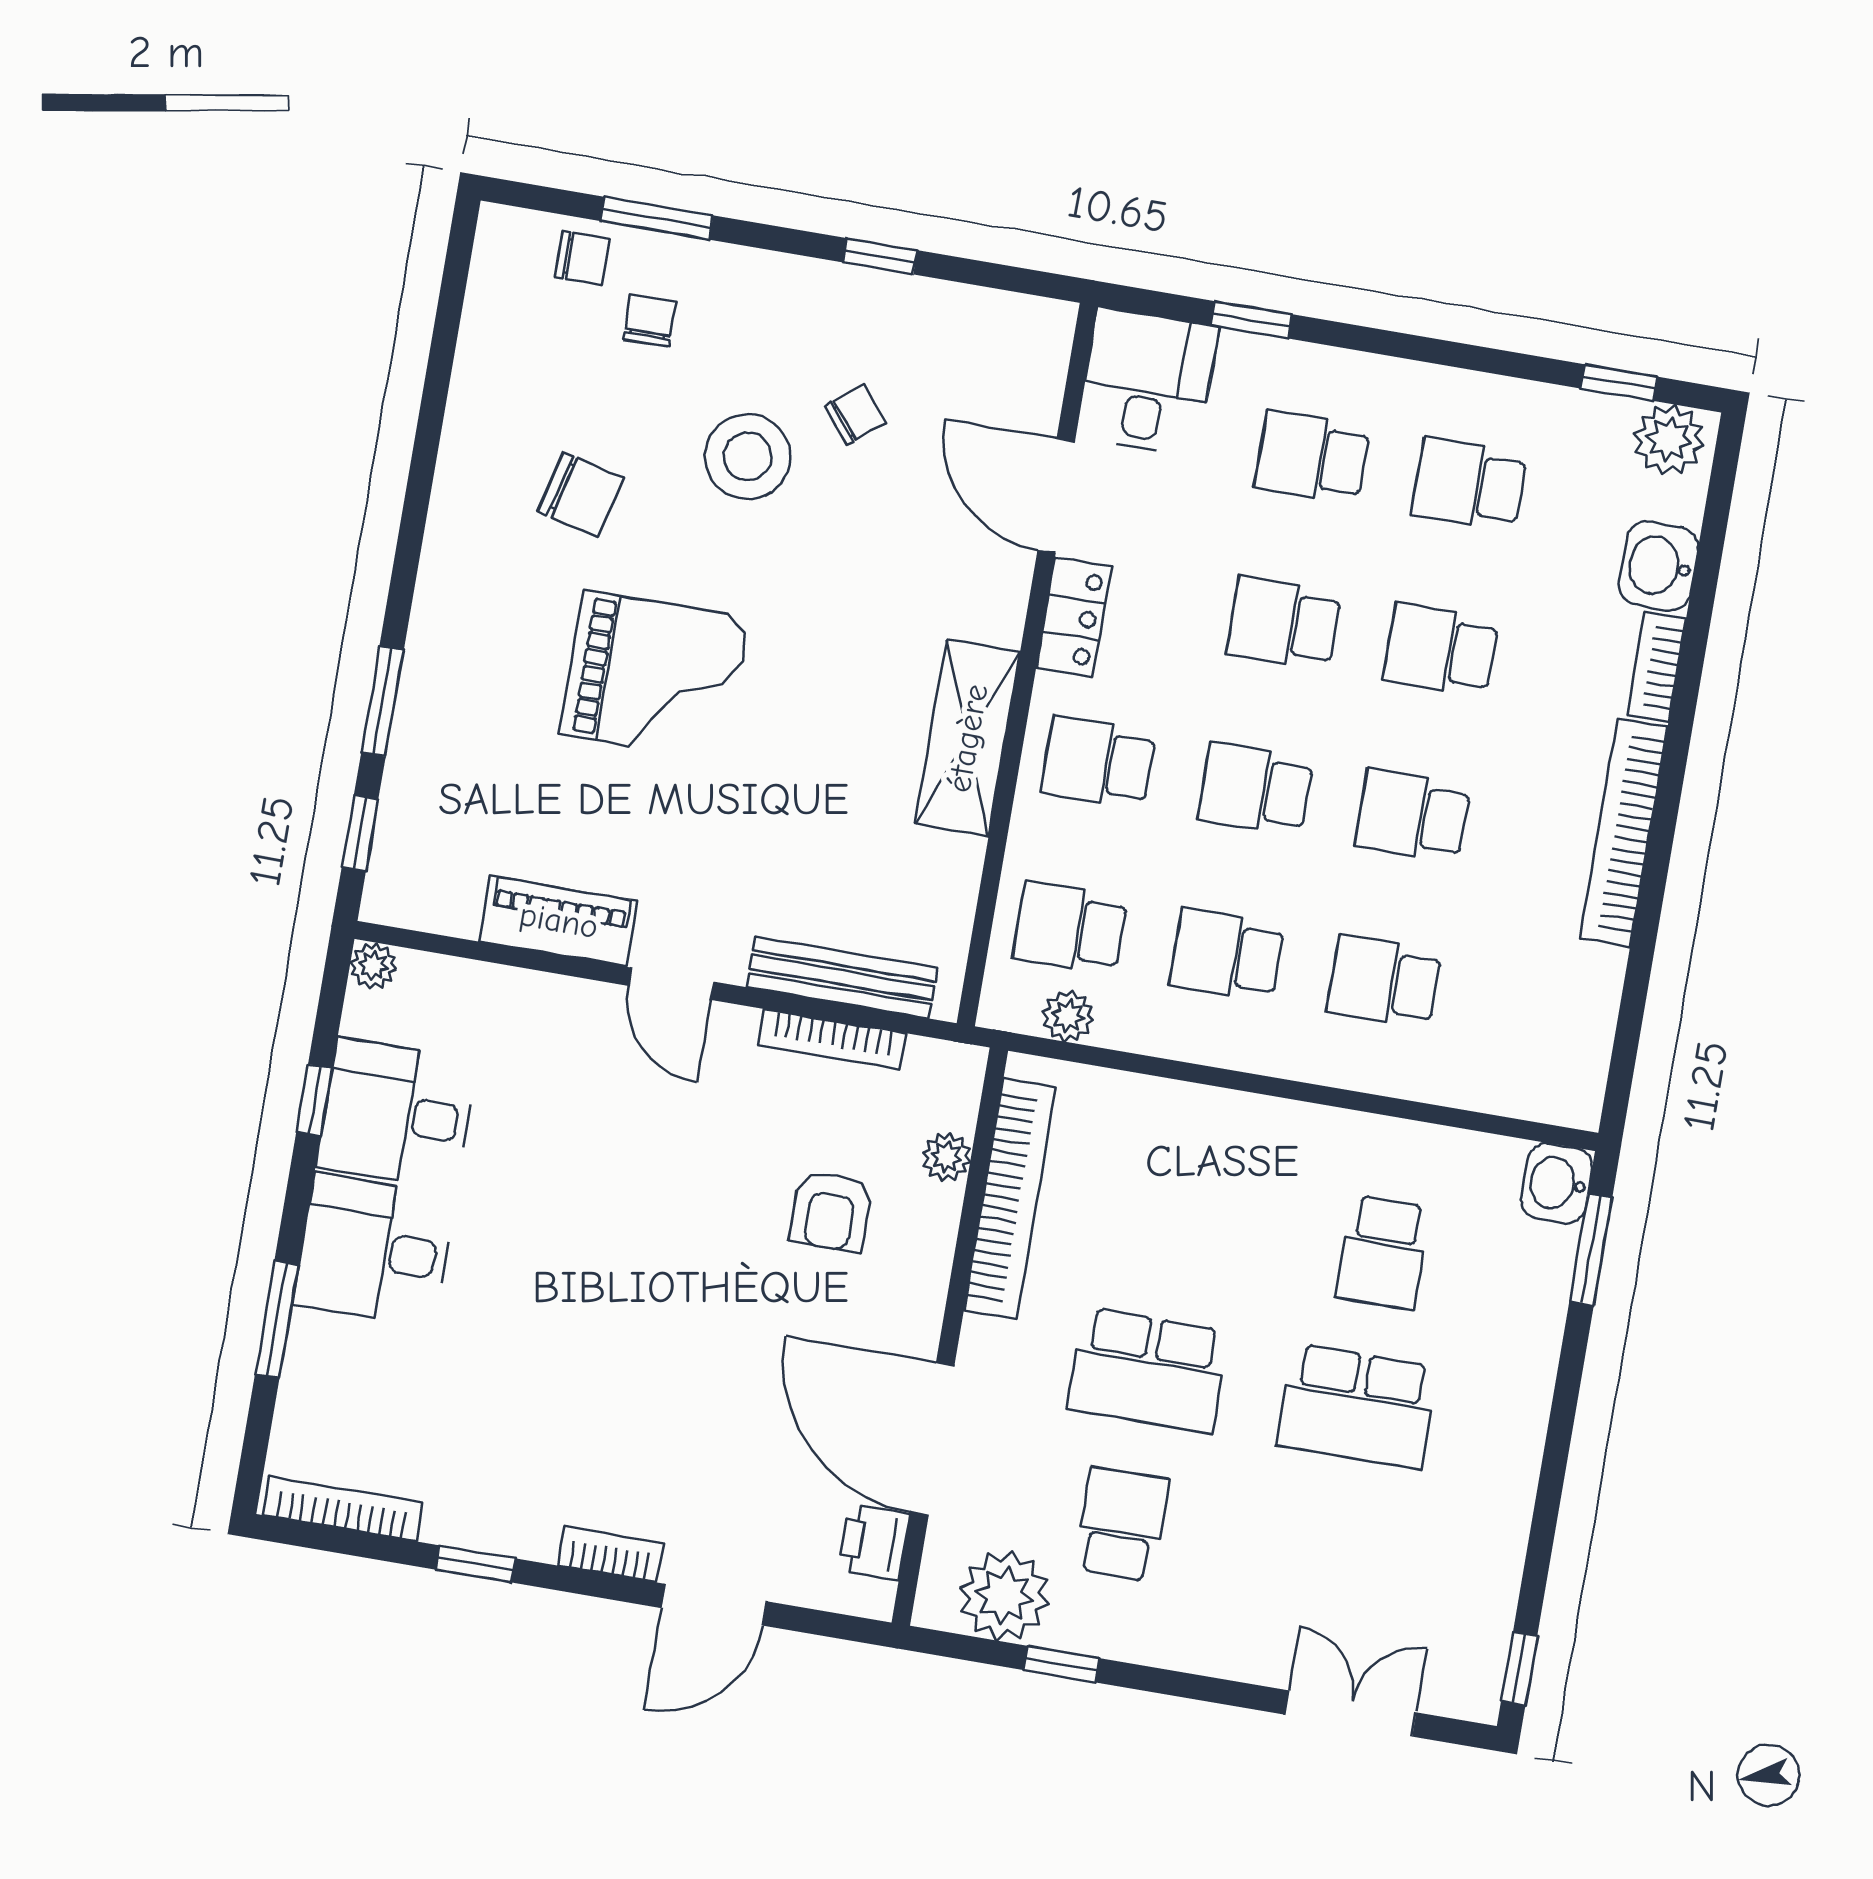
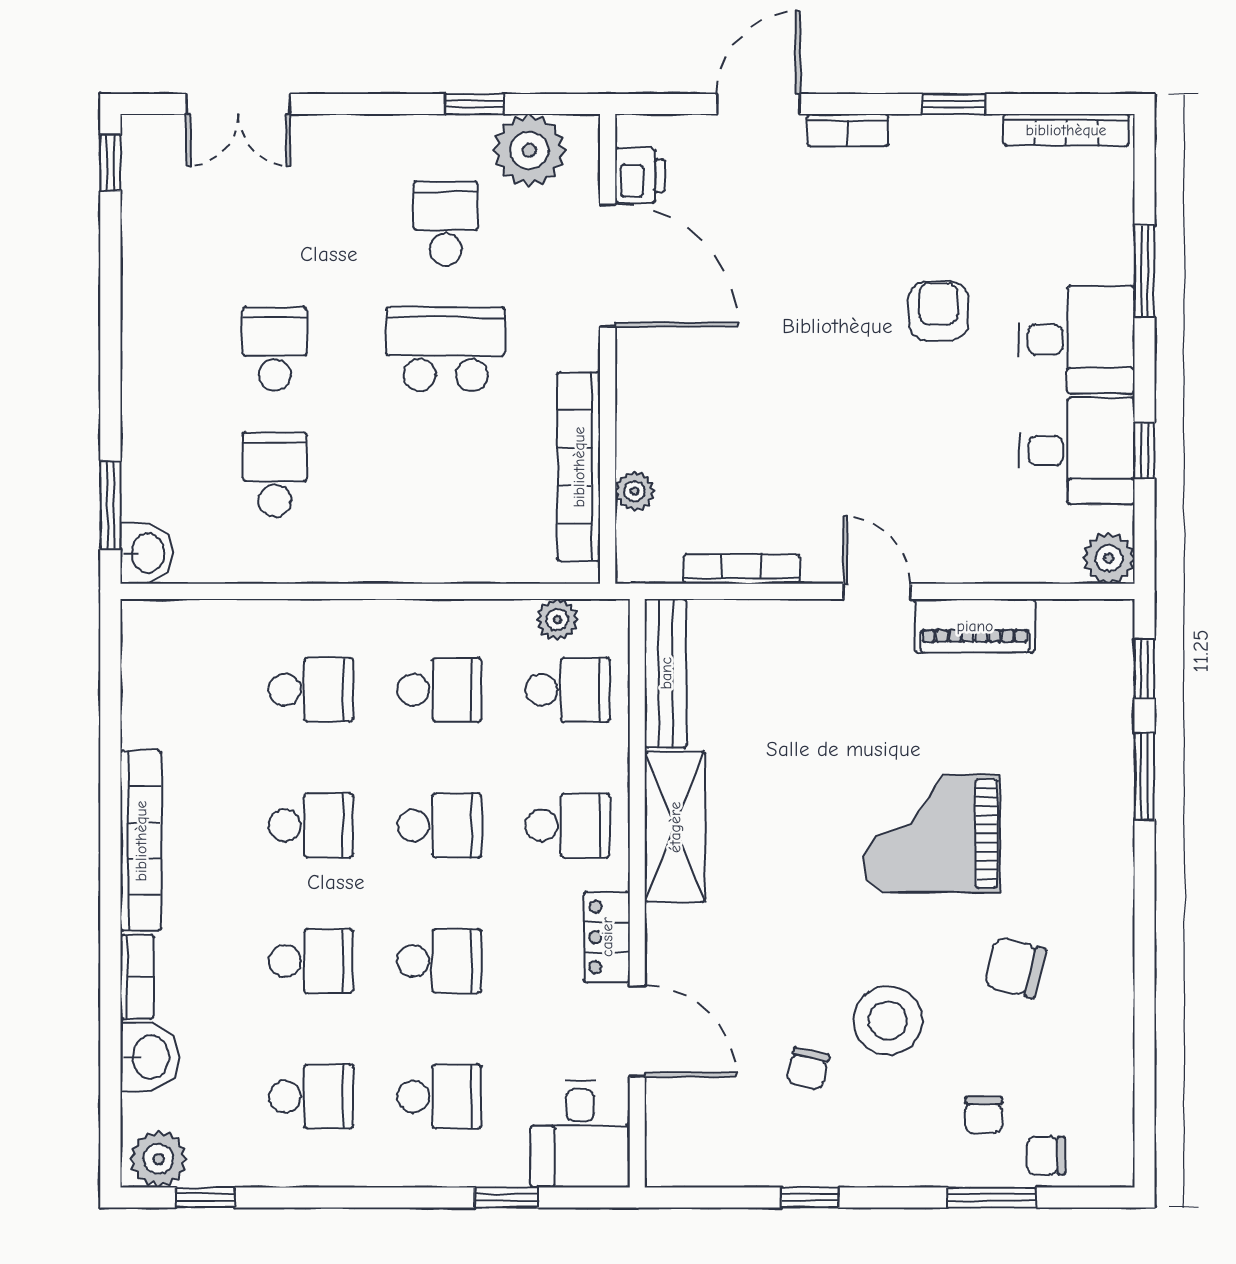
chair: (855, 414) -> (808, 1069), turned -37
plant: (373, 966) -> (1109, 558), width x1.38, depth x1.38
bench: (842, 977) -> (666, 673), moved, turned 90
armchair: (831, 1211) -> (938, 311), moved
school desk: (1357, 1406) -> (275, 349), width x0.54
school desk: (1122, 1524) -> (446, 223), turned 180

